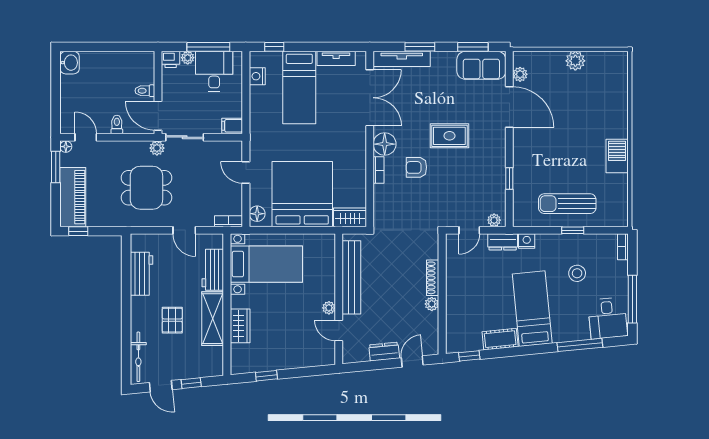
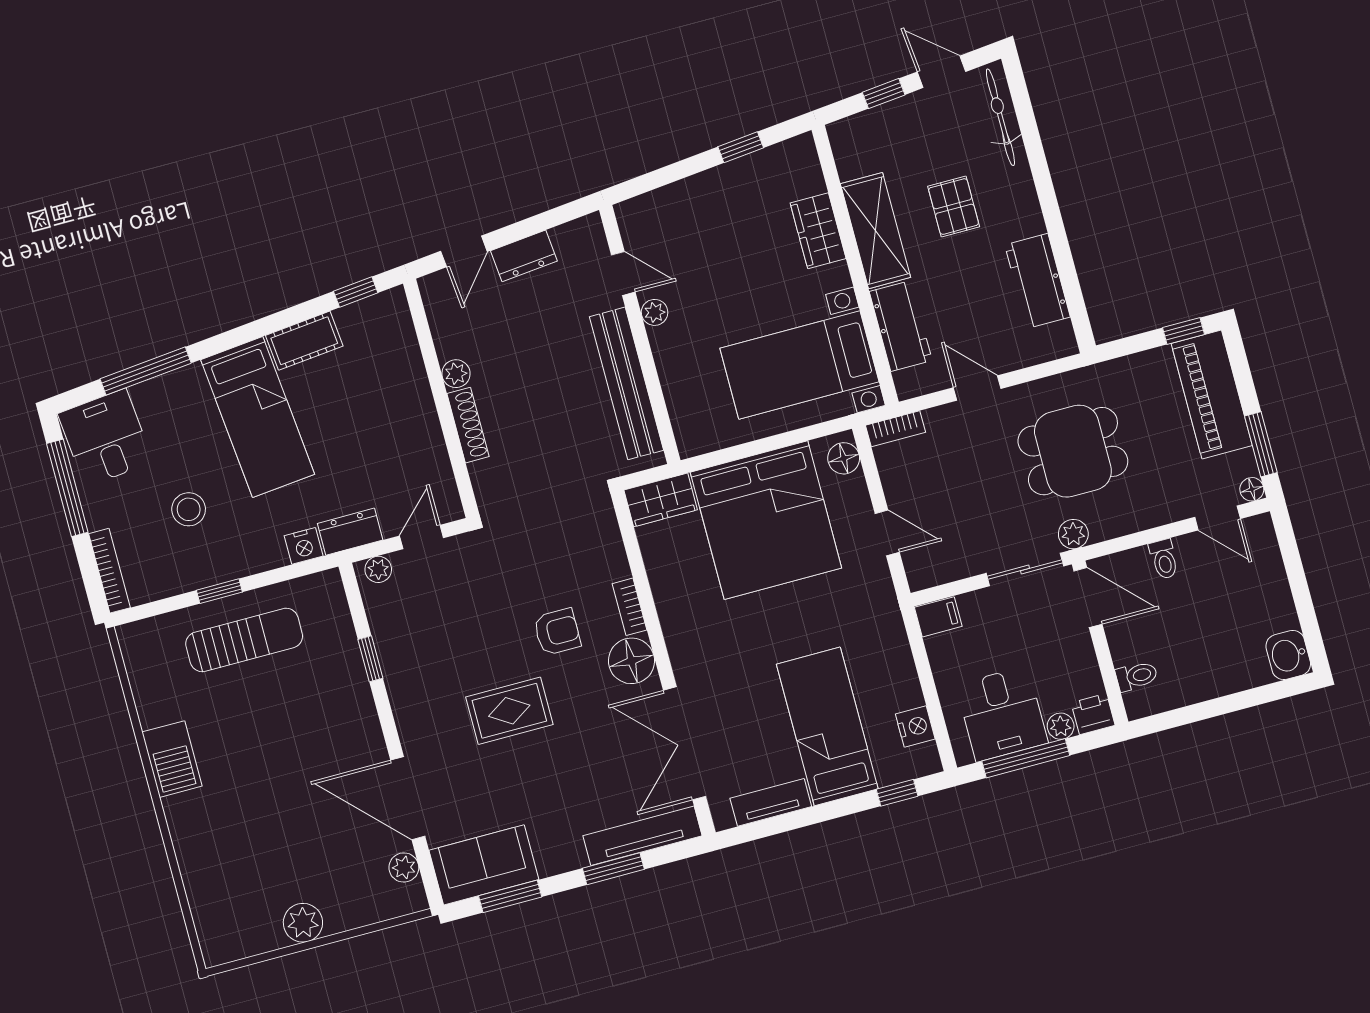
toilet: (145, 91) -> (1137, 676), moved
bookcase: (623, 247) -> (109, 571), width x1.56

